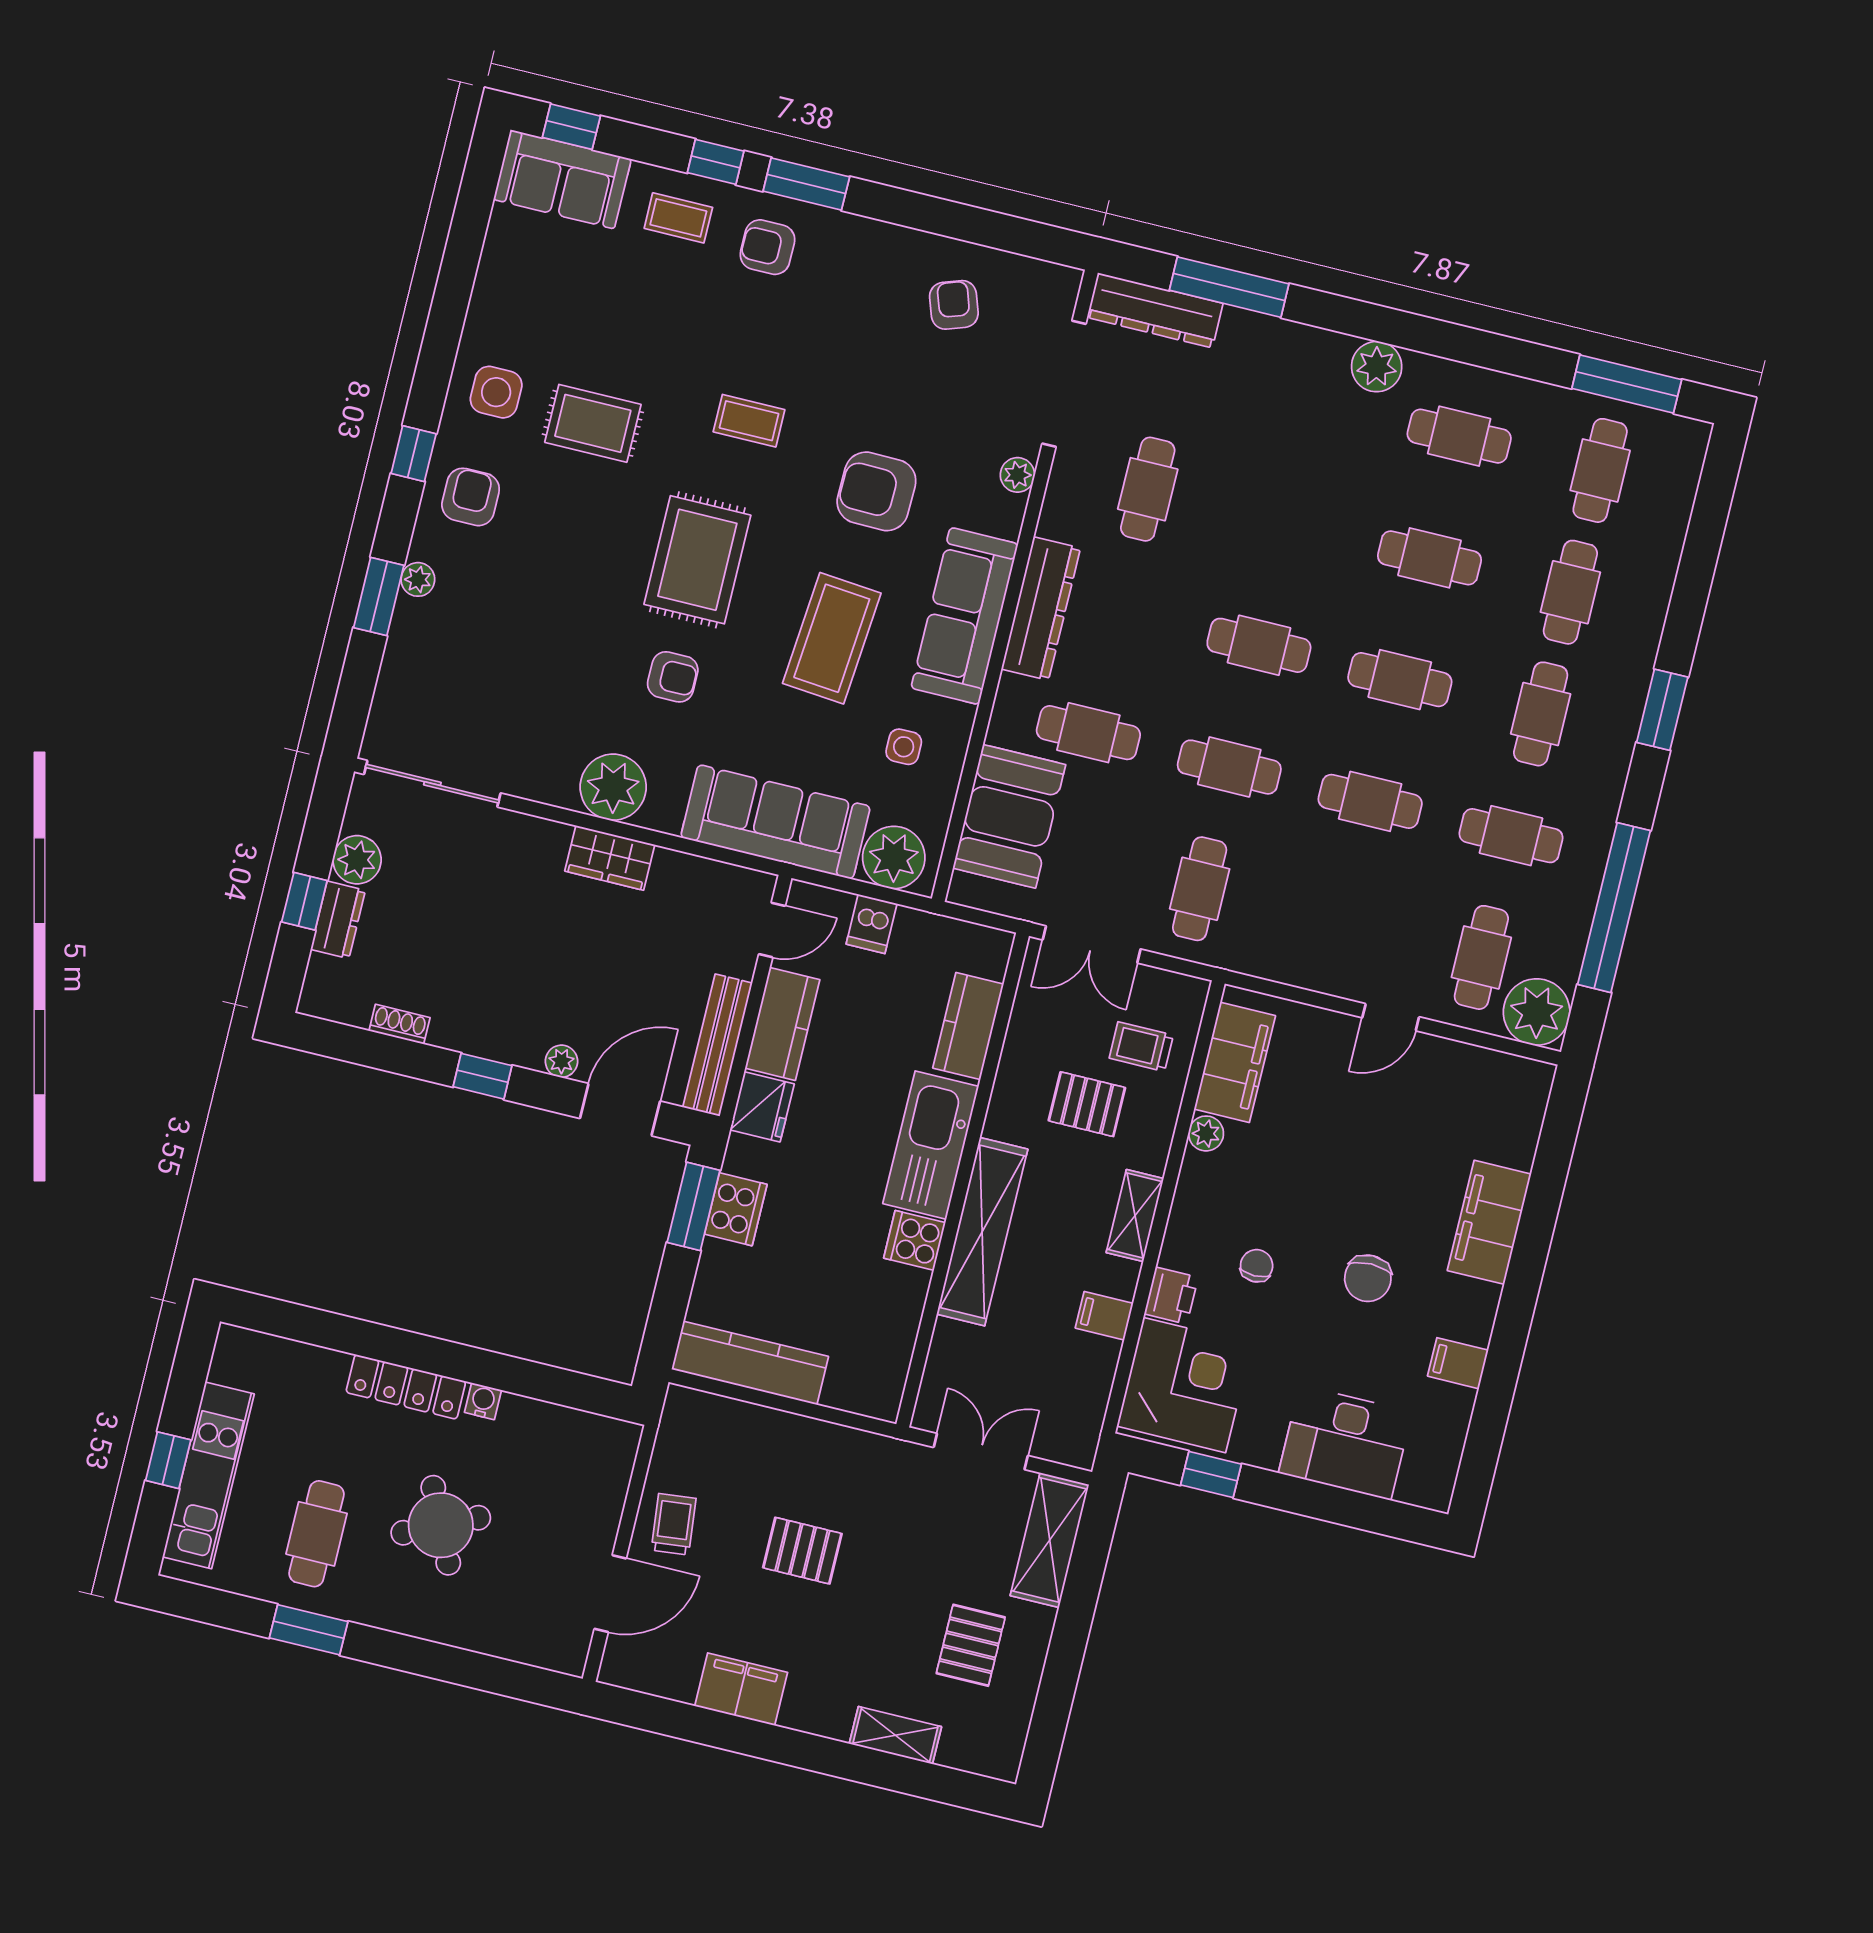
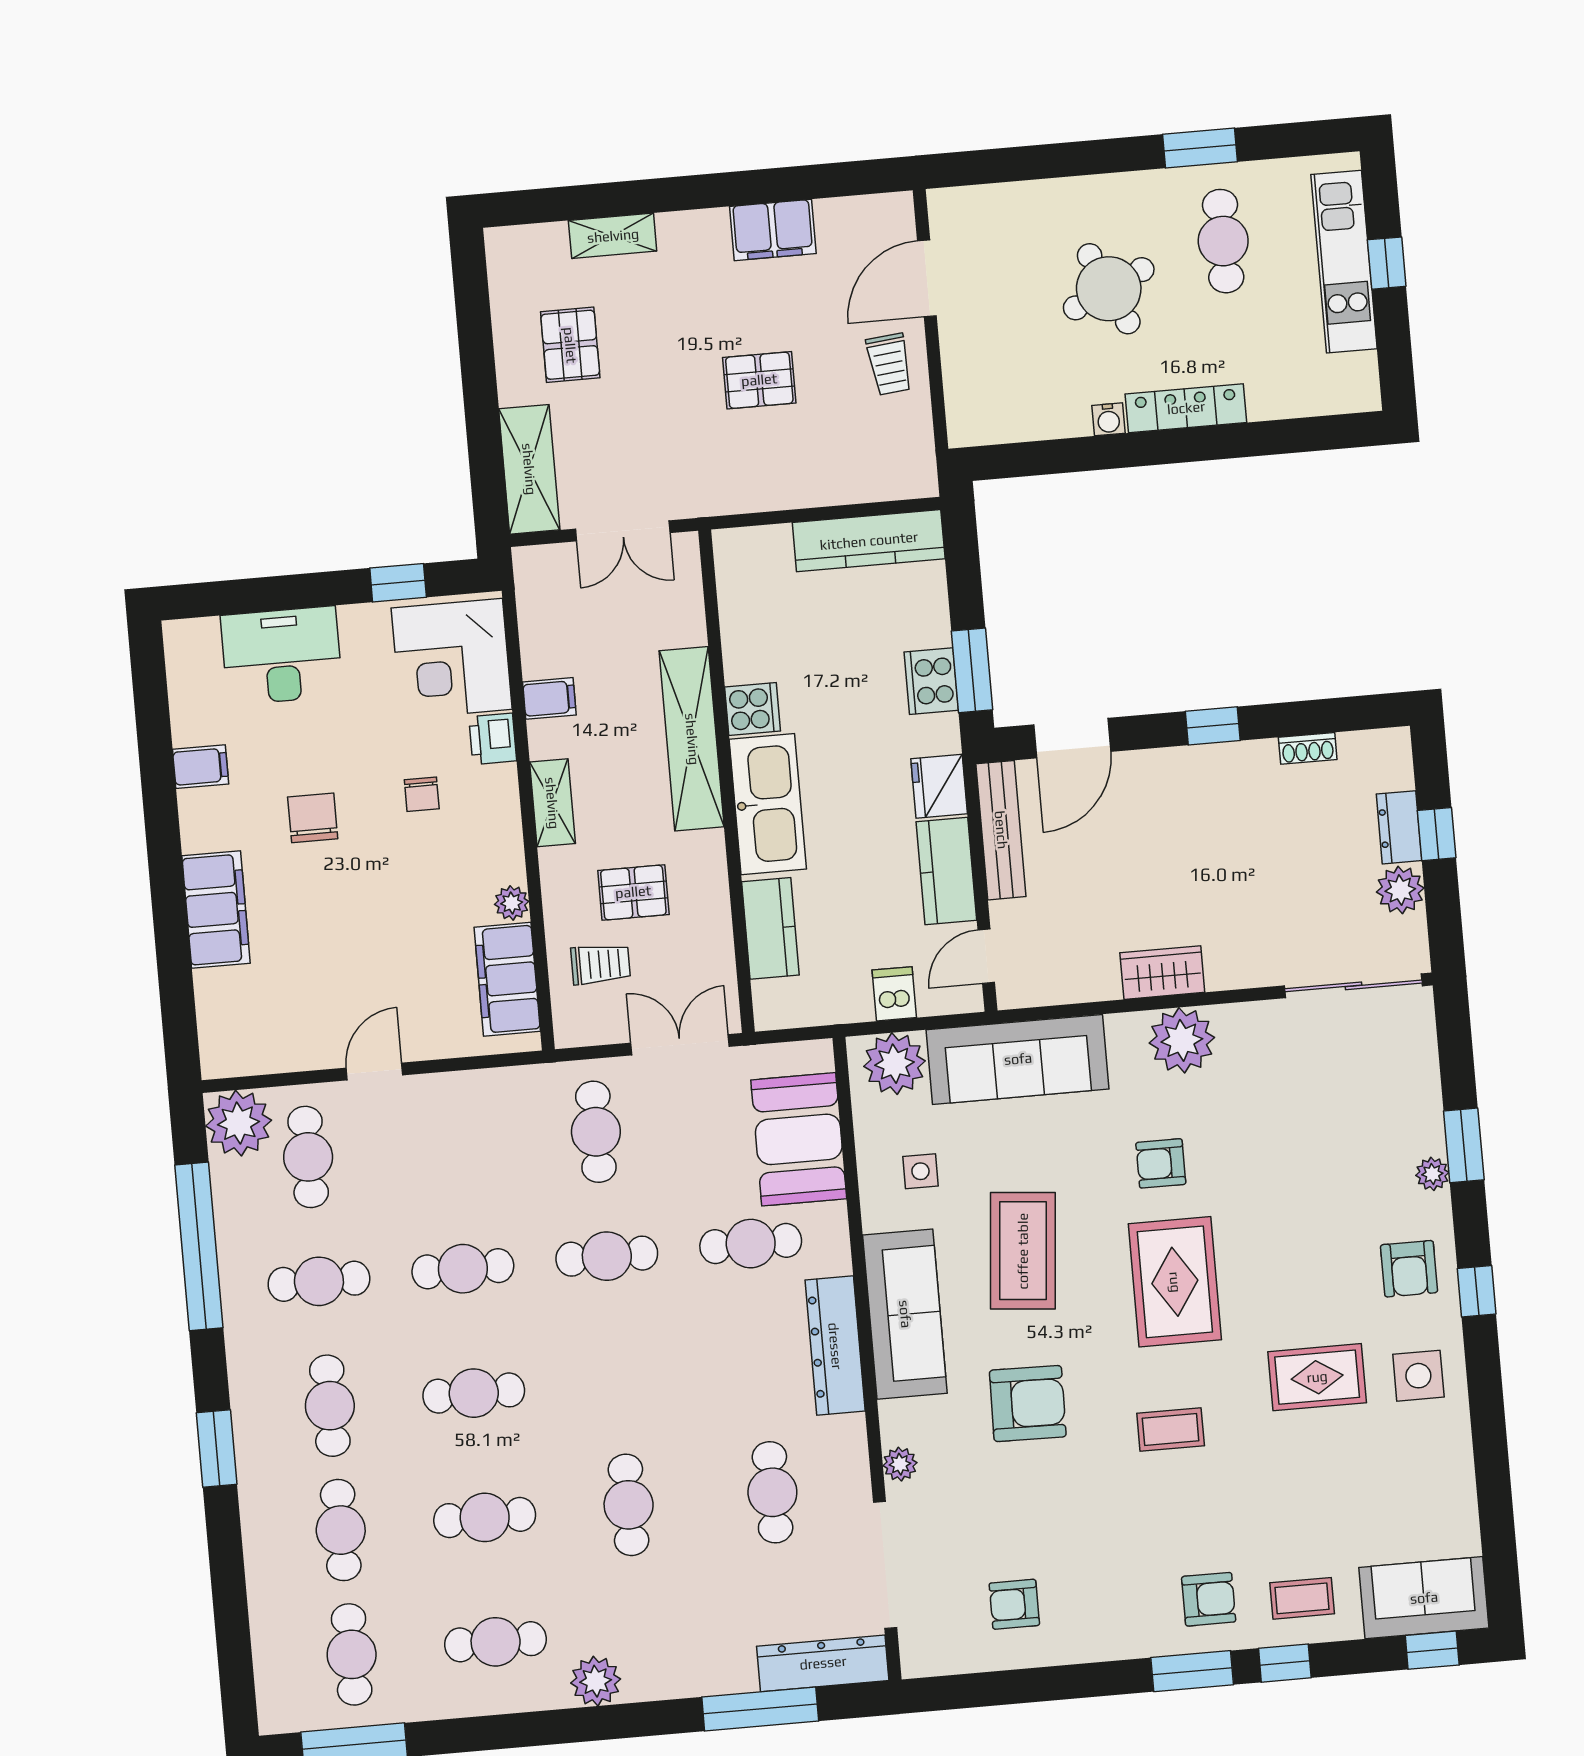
armchair: (954, 305) -> (1014, 1604), turned 109
cafe table: (1259, 645) -> (629, 1505), moved, turned 90
plant: (561, 1061) -> (1143, 765), removed

